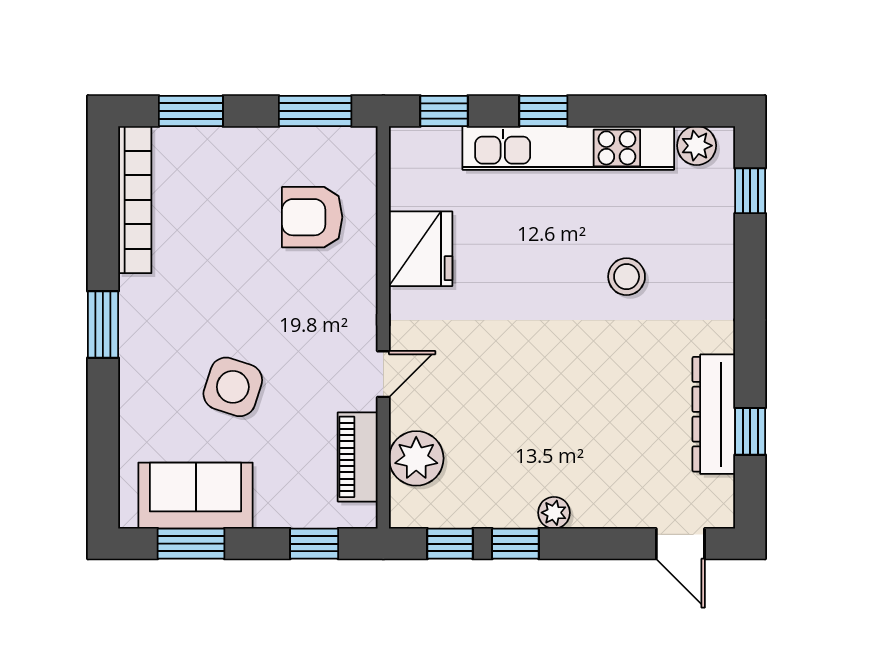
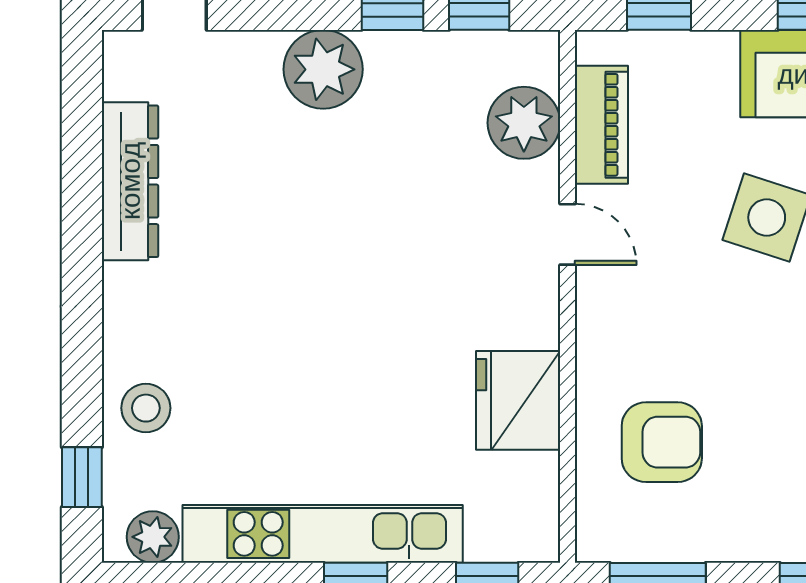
stool: (627, 277) -> (146, 408), moved
door: (383, 374) -> (568, 234), swing flipped
window: (750, 431) -> (82, 159), removed
plant: (554, 513) -> (323, 69), width x1.88, depth x1.88

